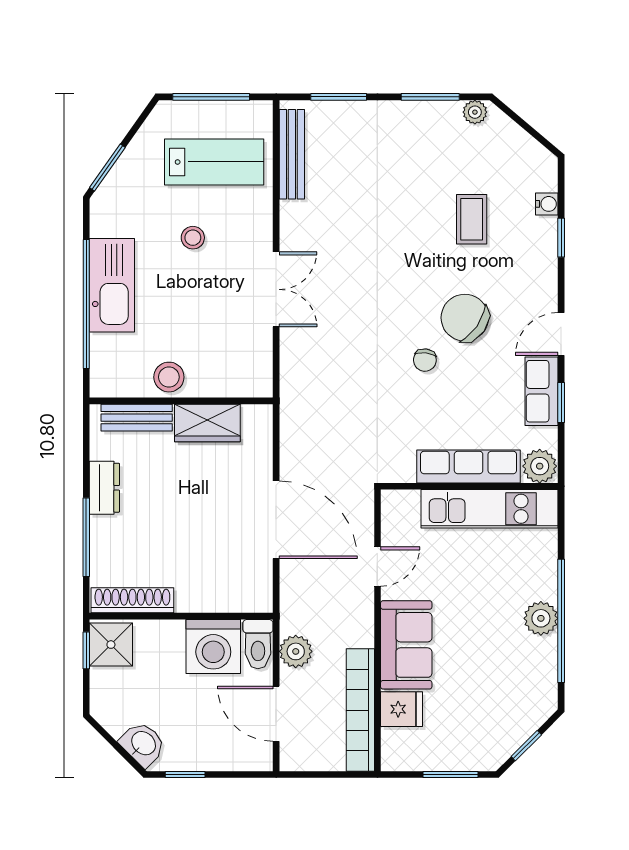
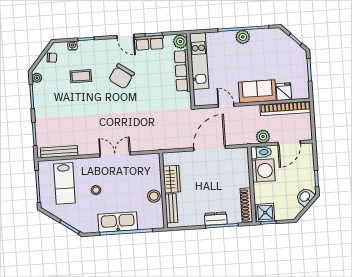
lab bench: (214, 162) -> (64, 183), turned 180
chair: (425, 360) -> (52, 58), moved
dresser: (104, 488) -> (216, 219), moved

